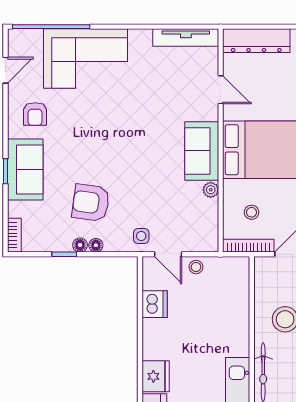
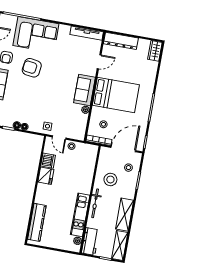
door: (221, 90) -> (99, 62), hinge flipped
armchair: (91, 203) -> (32, 68), moved
fridge: (156, 376) -> (46, 176), moved

